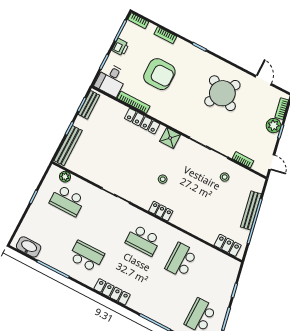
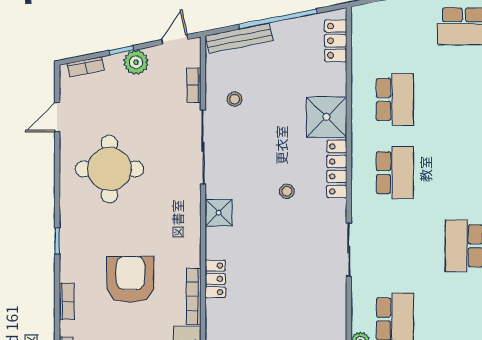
round table: (222, 93) -> (109, 169), turned -30
locker: (142, 121) -> (215, 279), width x0.66
plant: (274, 126) -> (136, 62), moved
bench: (251, 210) -> (239, 38), moved
locker: (161, 211) -> (337, 169), width x1.53
shower: (190, 220) -> (327, 117), added
school desk: (181, 260) -> (395, 99), turned -90

